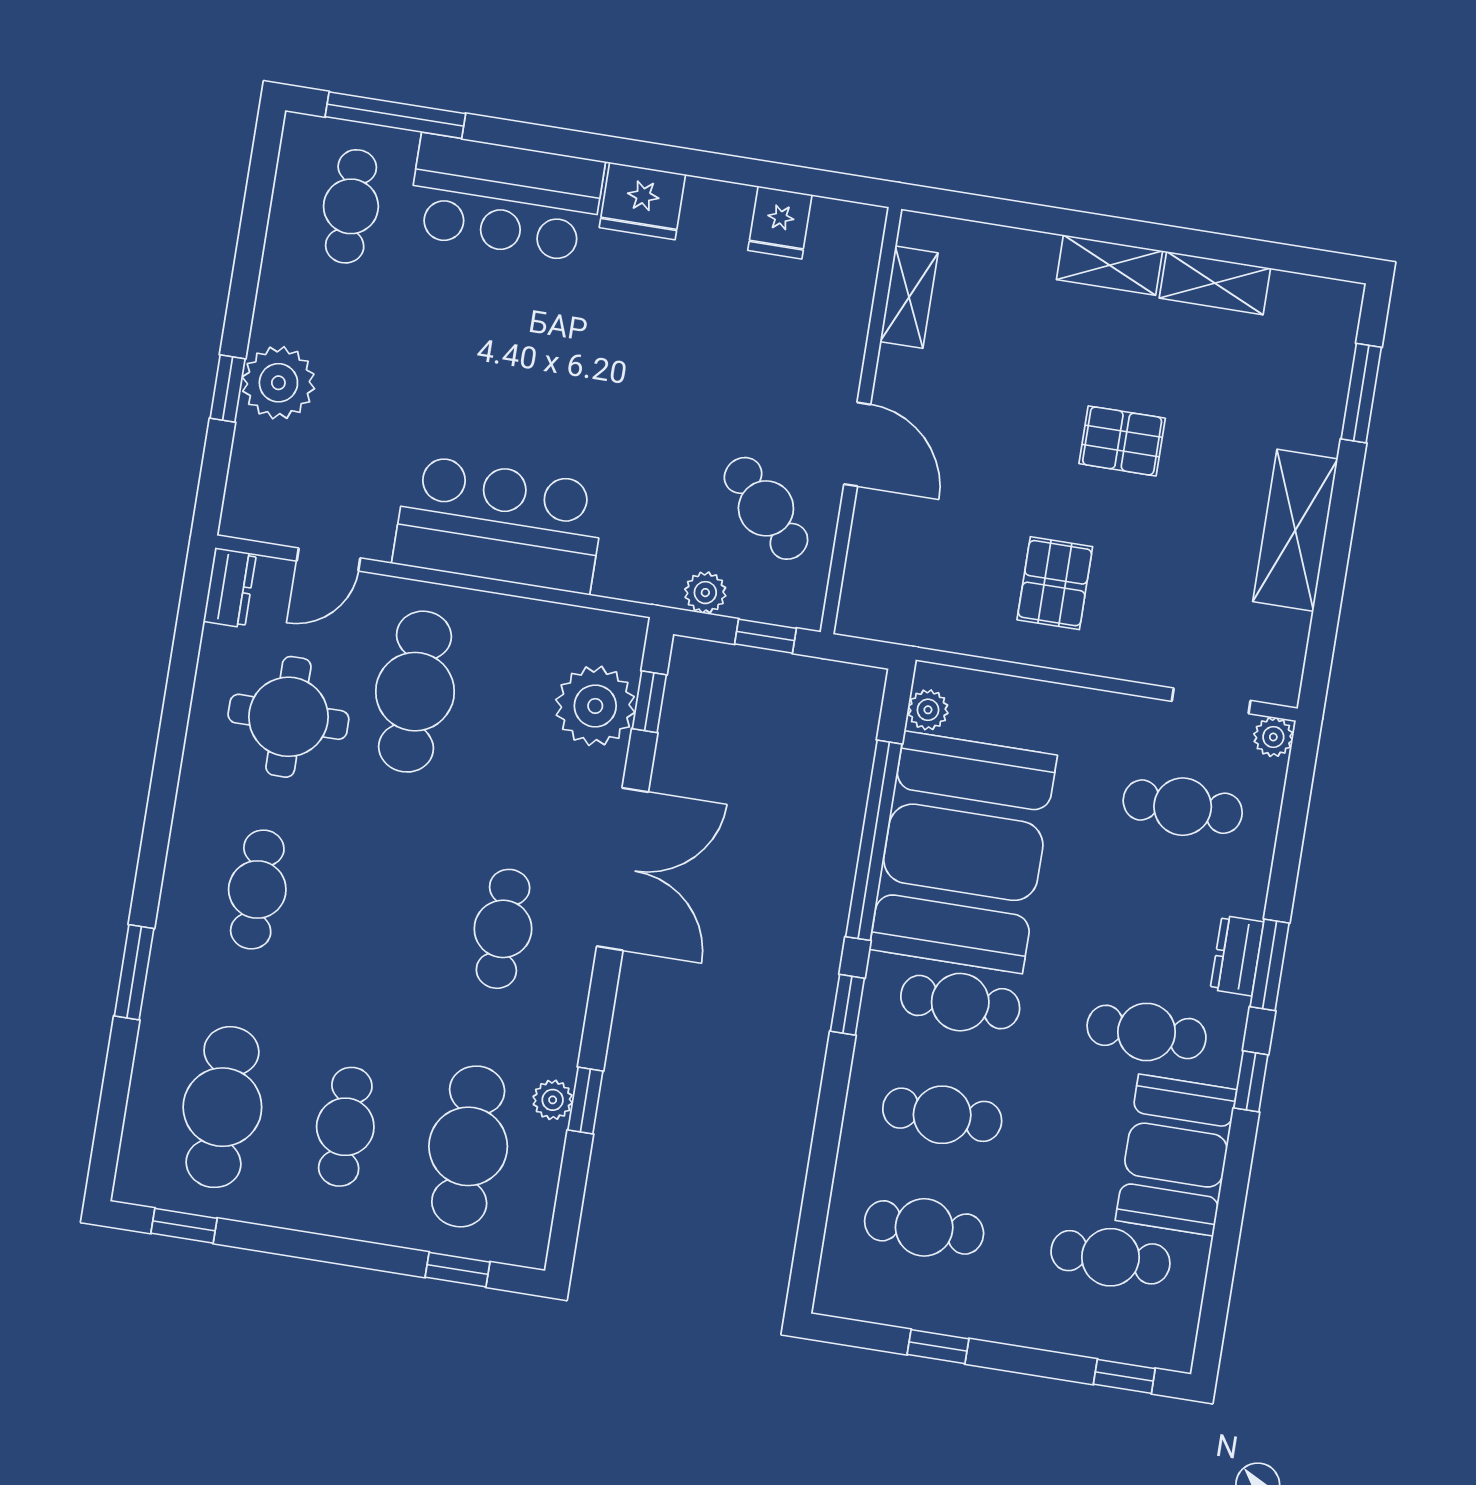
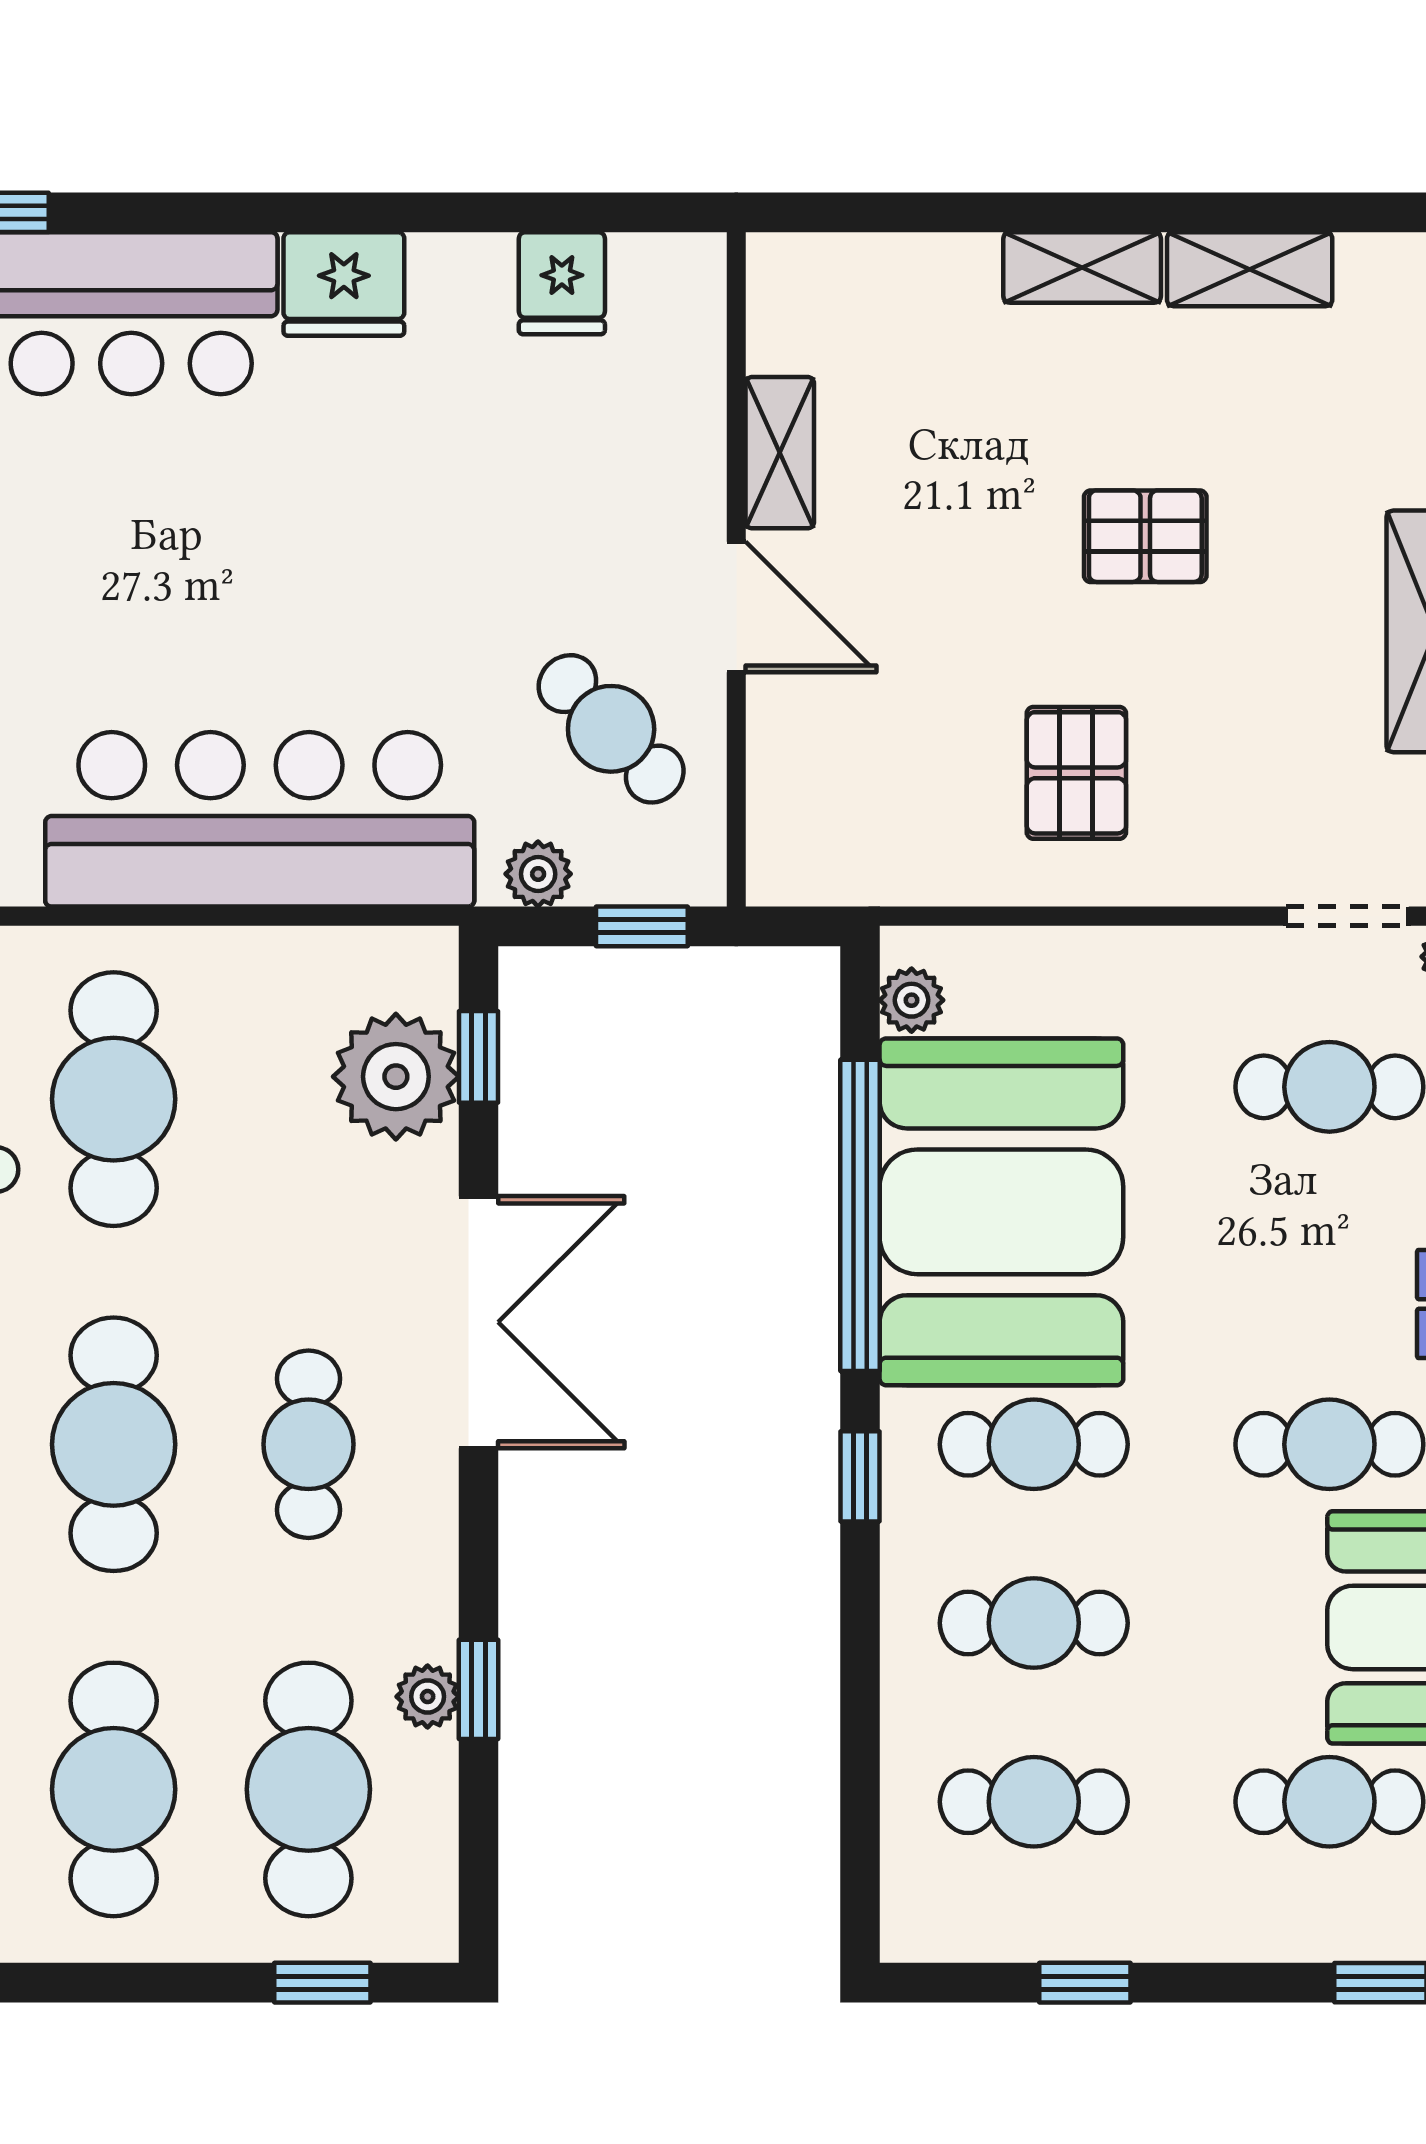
shelving: (909, 297) -> (780, 453), moved
bar counter: (499, 524) -> (260, 819), width x1.36
cafe table: (380, 909) -> (114, 1444), added
cafe table: (345, 1127) -> (114, 1789), width x1.37, depth x1.35

